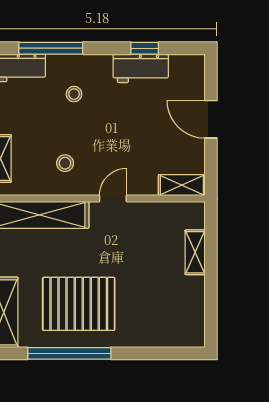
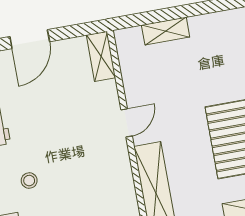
stool: (65, 163) -> (100, 177), removed
door: (113, 199) -> (127, 123), swing flipped

